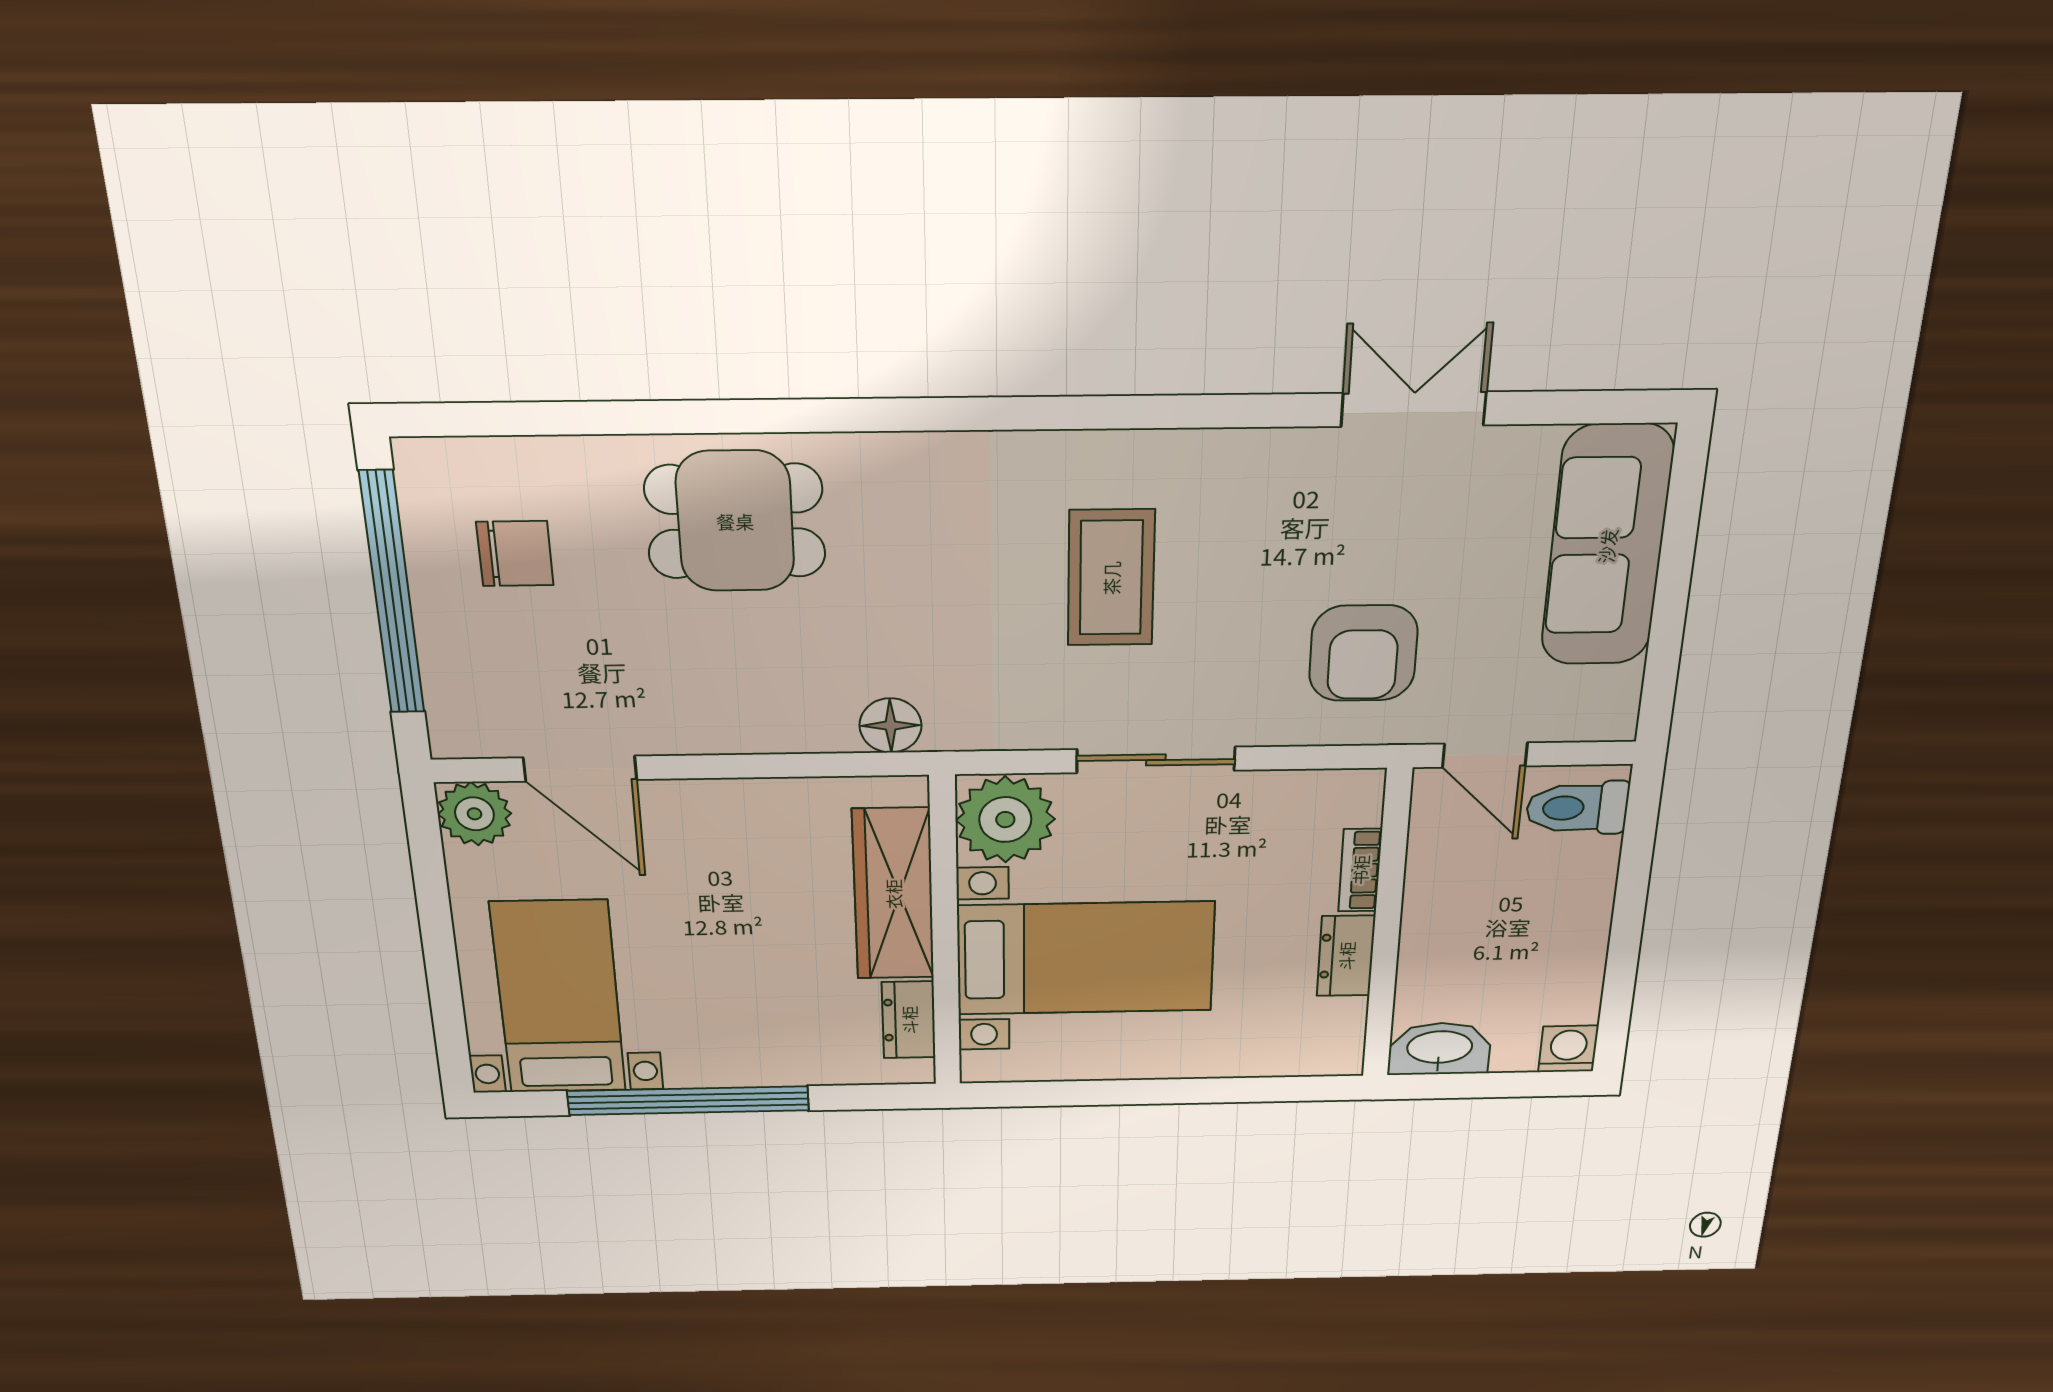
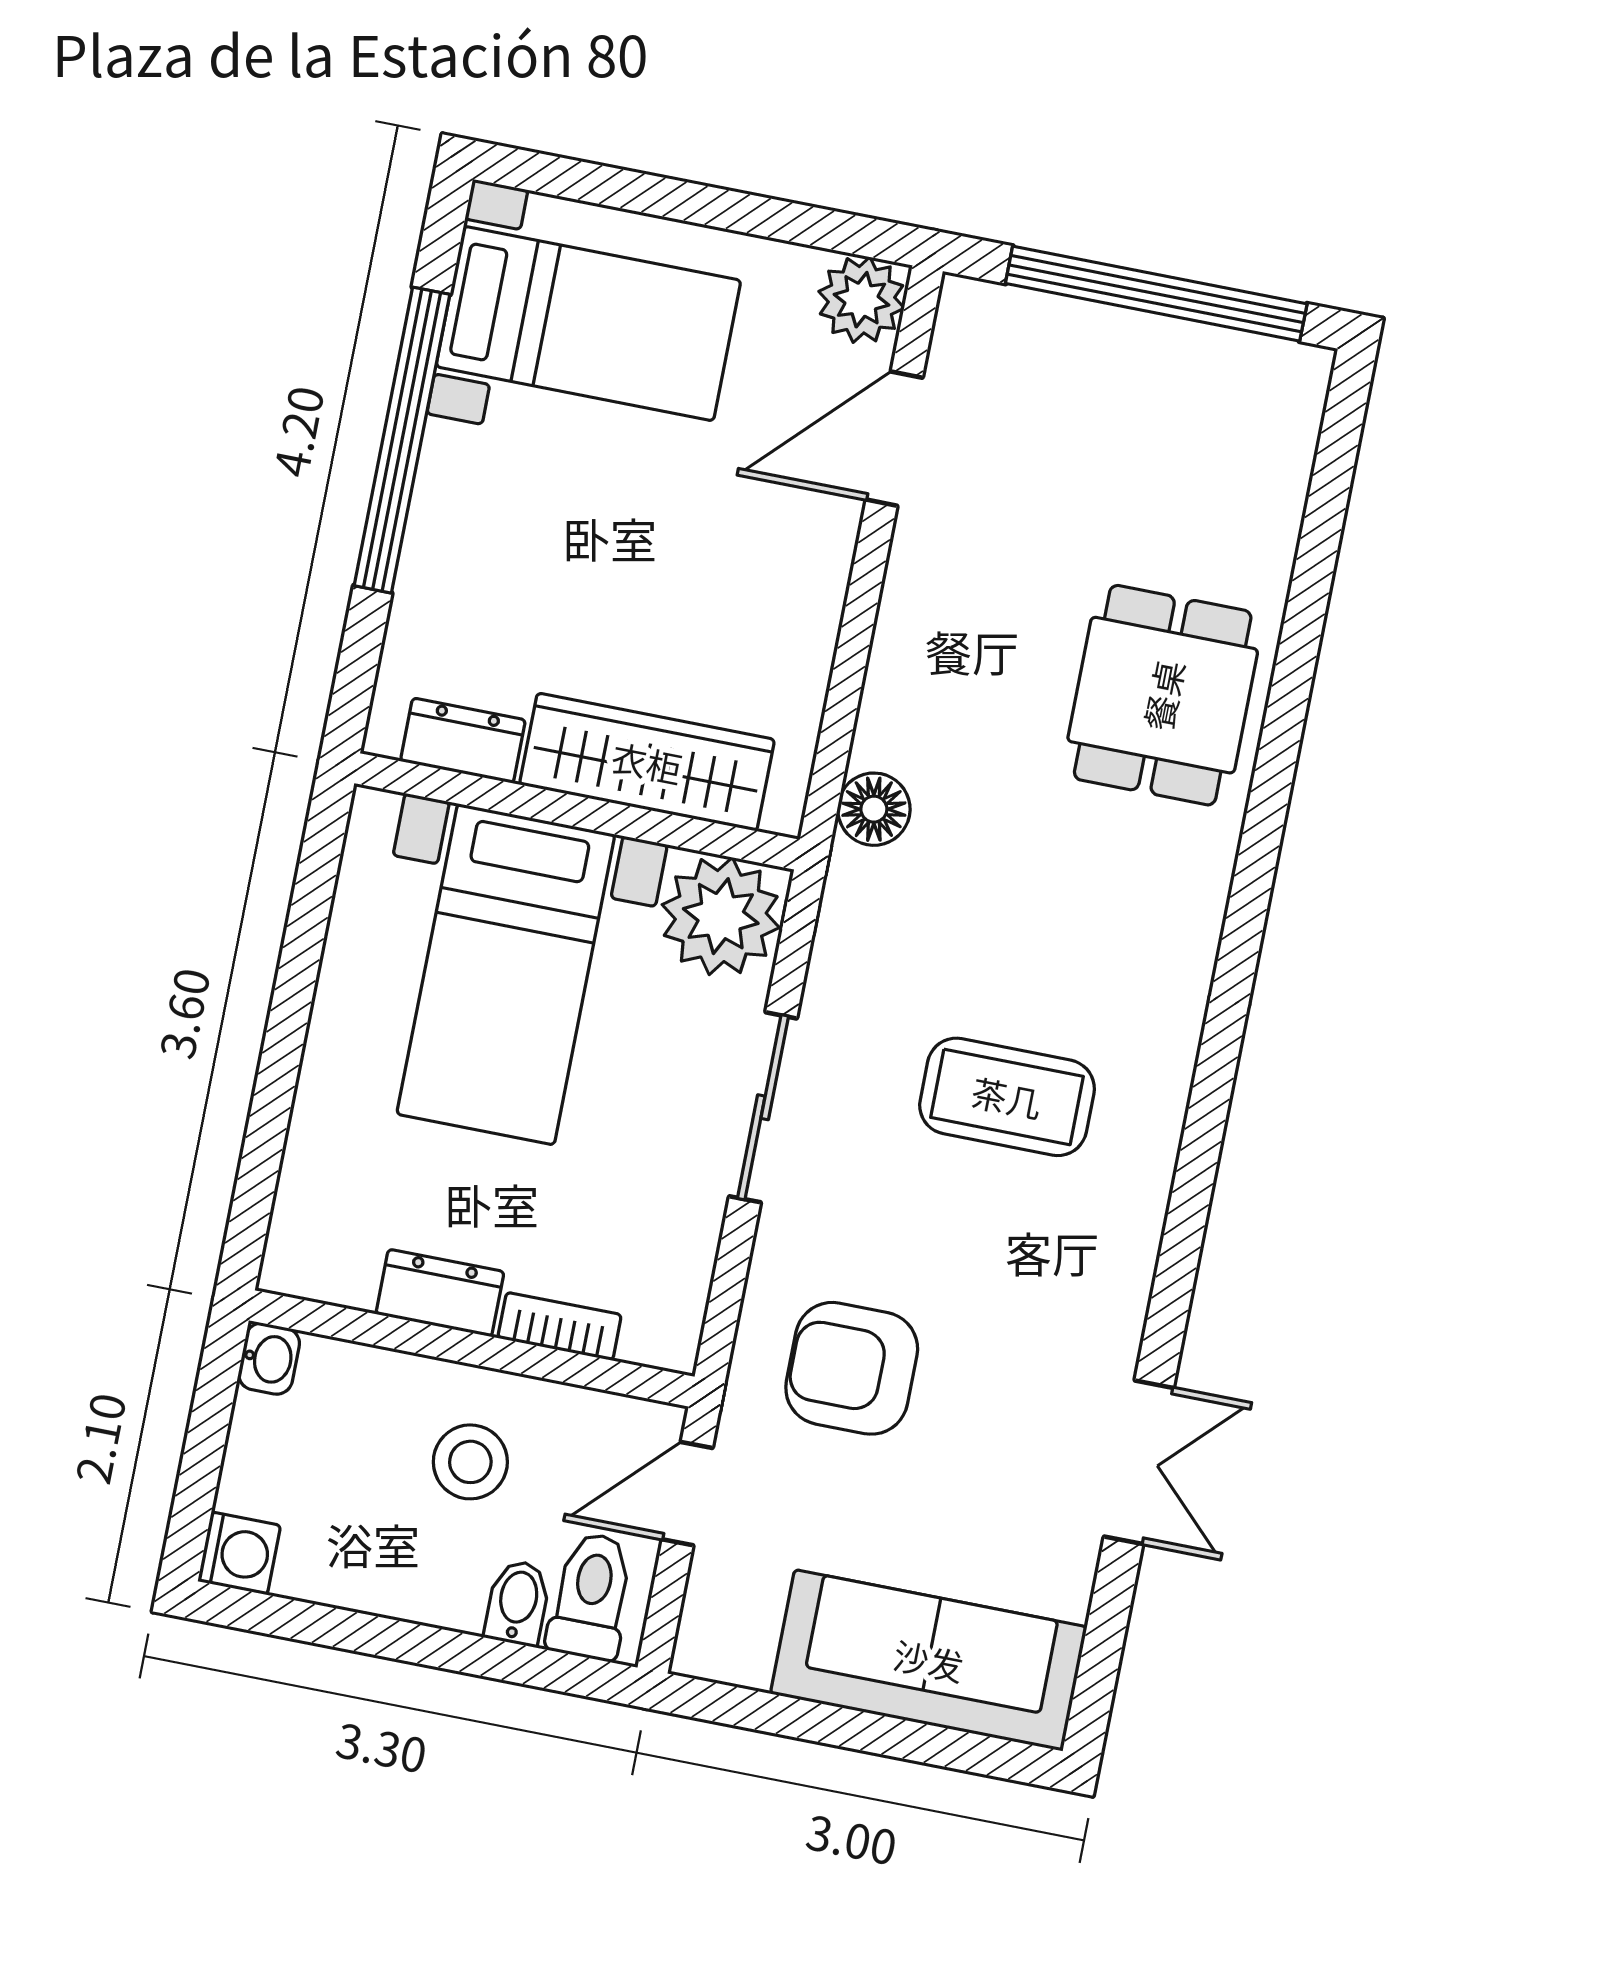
chair: (515, 554) -> (1175, 443), removed
bidet: (1588, 858) -> (518, 1603), added
stool: (1478, 911) -> (470, 1462), added
washbasin: (1440, 1049) -> (269, 1359), width x0.52, depth x0.69

